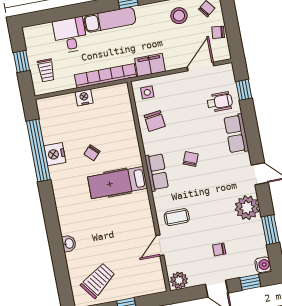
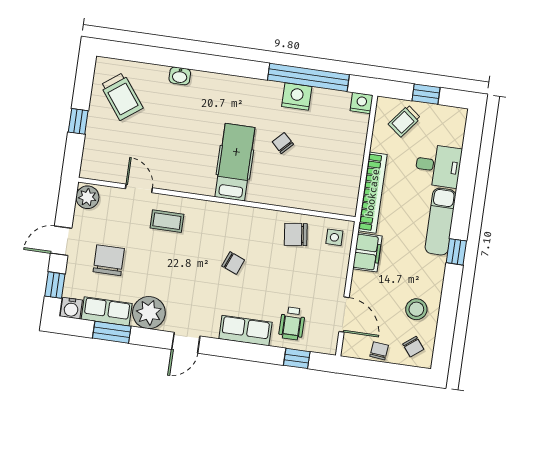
trolley: (46, 70) -> (404, 121), turned -52
nightstand: (84, 97) -> (362, 103), moved, turned -90
row of seats: (157, 172) -> (107, 311), moved, turned 180
coffee table: (177, 217) -> (167, 221), turned 90
chair: (219, 249) -> (109, 260), width x1.87, depth x1.87

